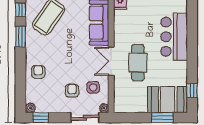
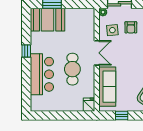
cafe table: (138, 63) -> (72, 69), moved
window: (192, 91) -> (26, 51), moved

